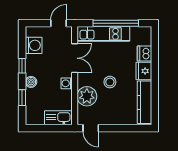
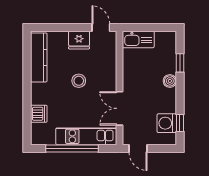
door: (59, 23) -> (138, 149), hinge flipped
window: (22, 66) -> (180, 123), moved
fridge: (144, 71) -> (79, 40), moved, turned 90
washing machine: (67, 83) -> (129, 79), removed
plant: (87, 96) -> (105, 64), removed

